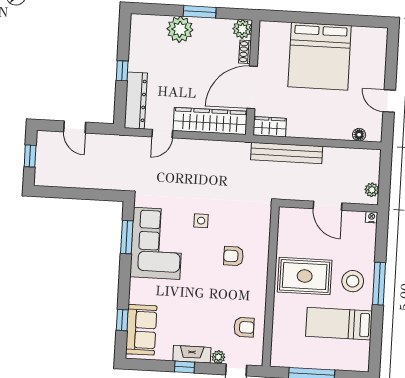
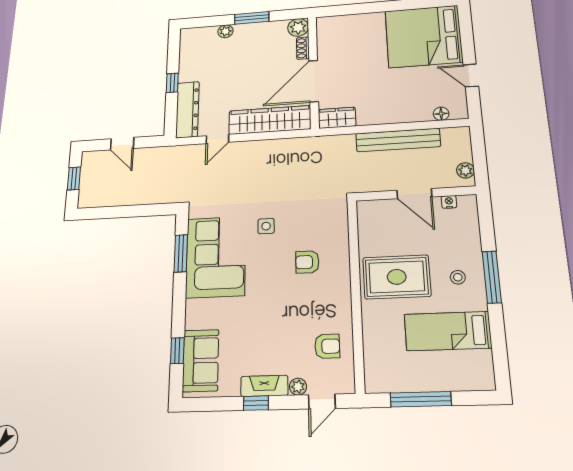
plant: (180, 29) -> (225, 31), width x0.53, depth x0.53
bed: (320, 56) -> (424, 36), moved, turned 90
bench: (287, 153) -> (398, 140), moved
nightstand: (372, 217) -> (449, 202), moved
stool: (353, 281) -> (458, 277), width x0.53, depth x0.53

